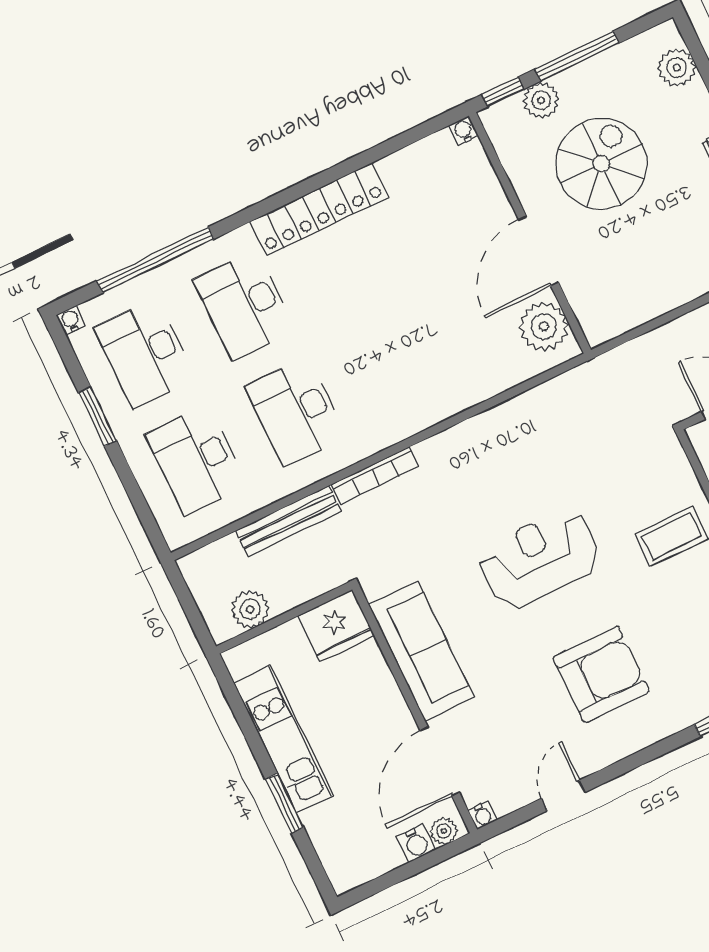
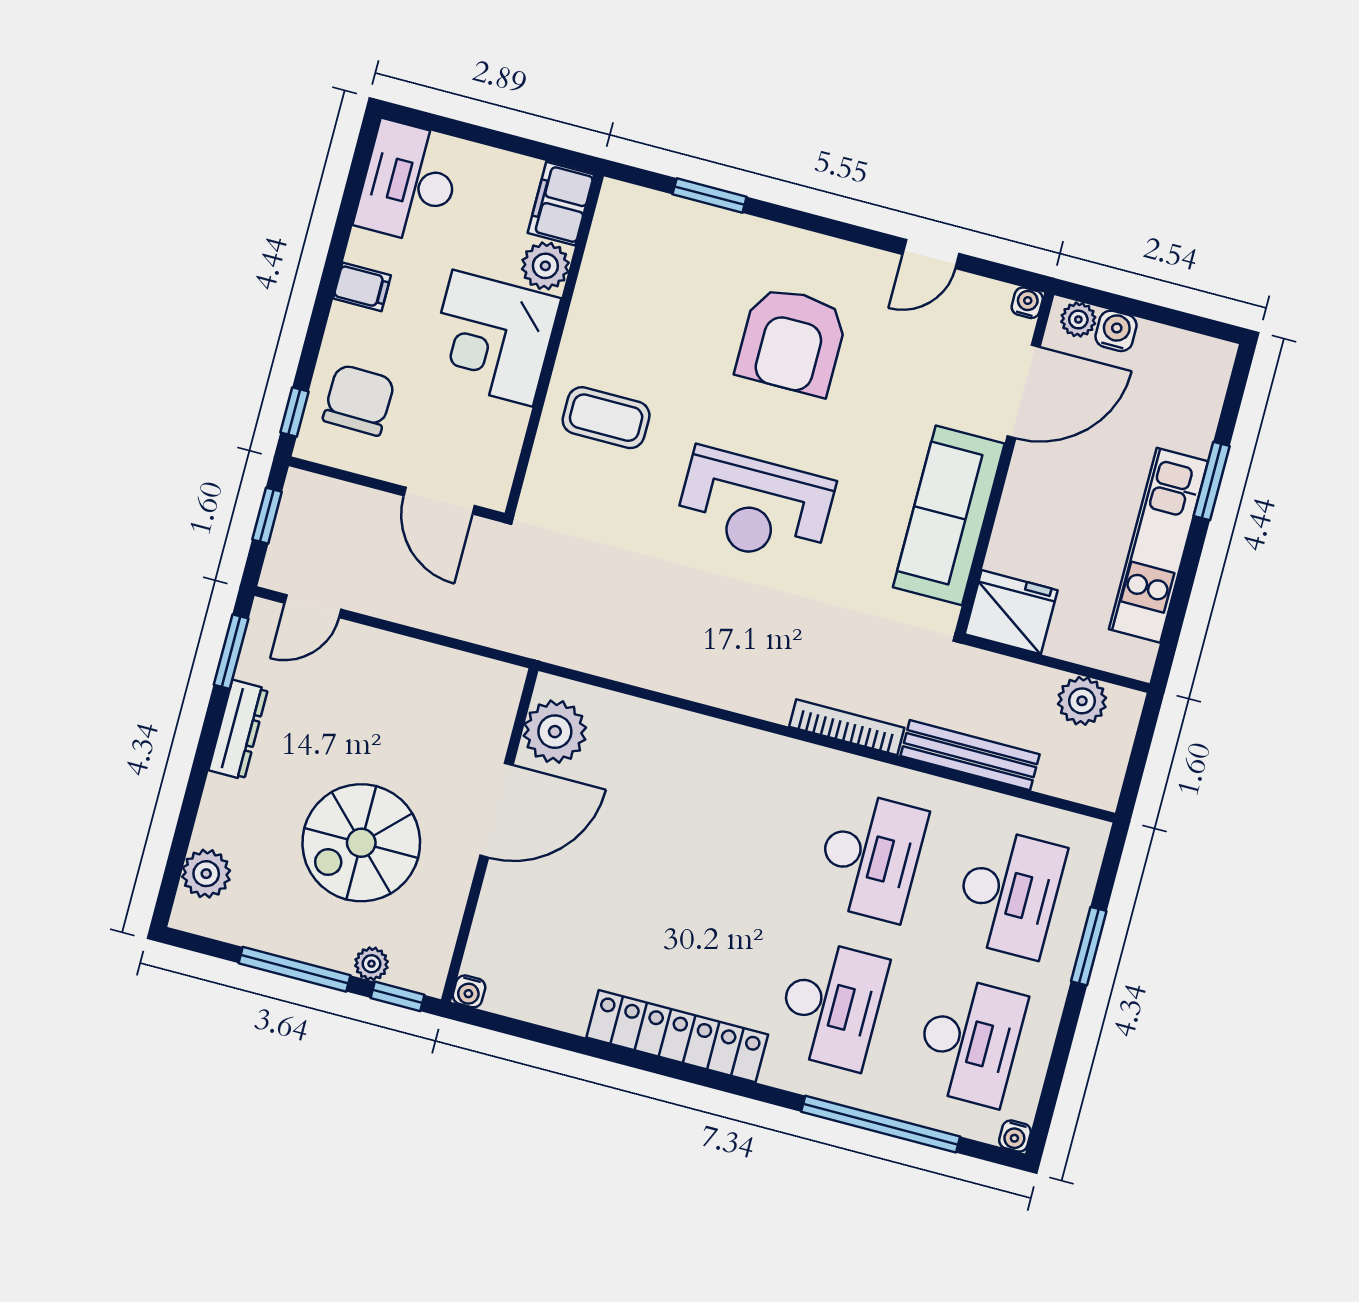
plant: (541, 100) -> (371, 964), width x0.73, depth x0.73
window: (98, 417) -> (1089, 946), moved
armchair: (601, 674) -> (792, 341), turned -90

